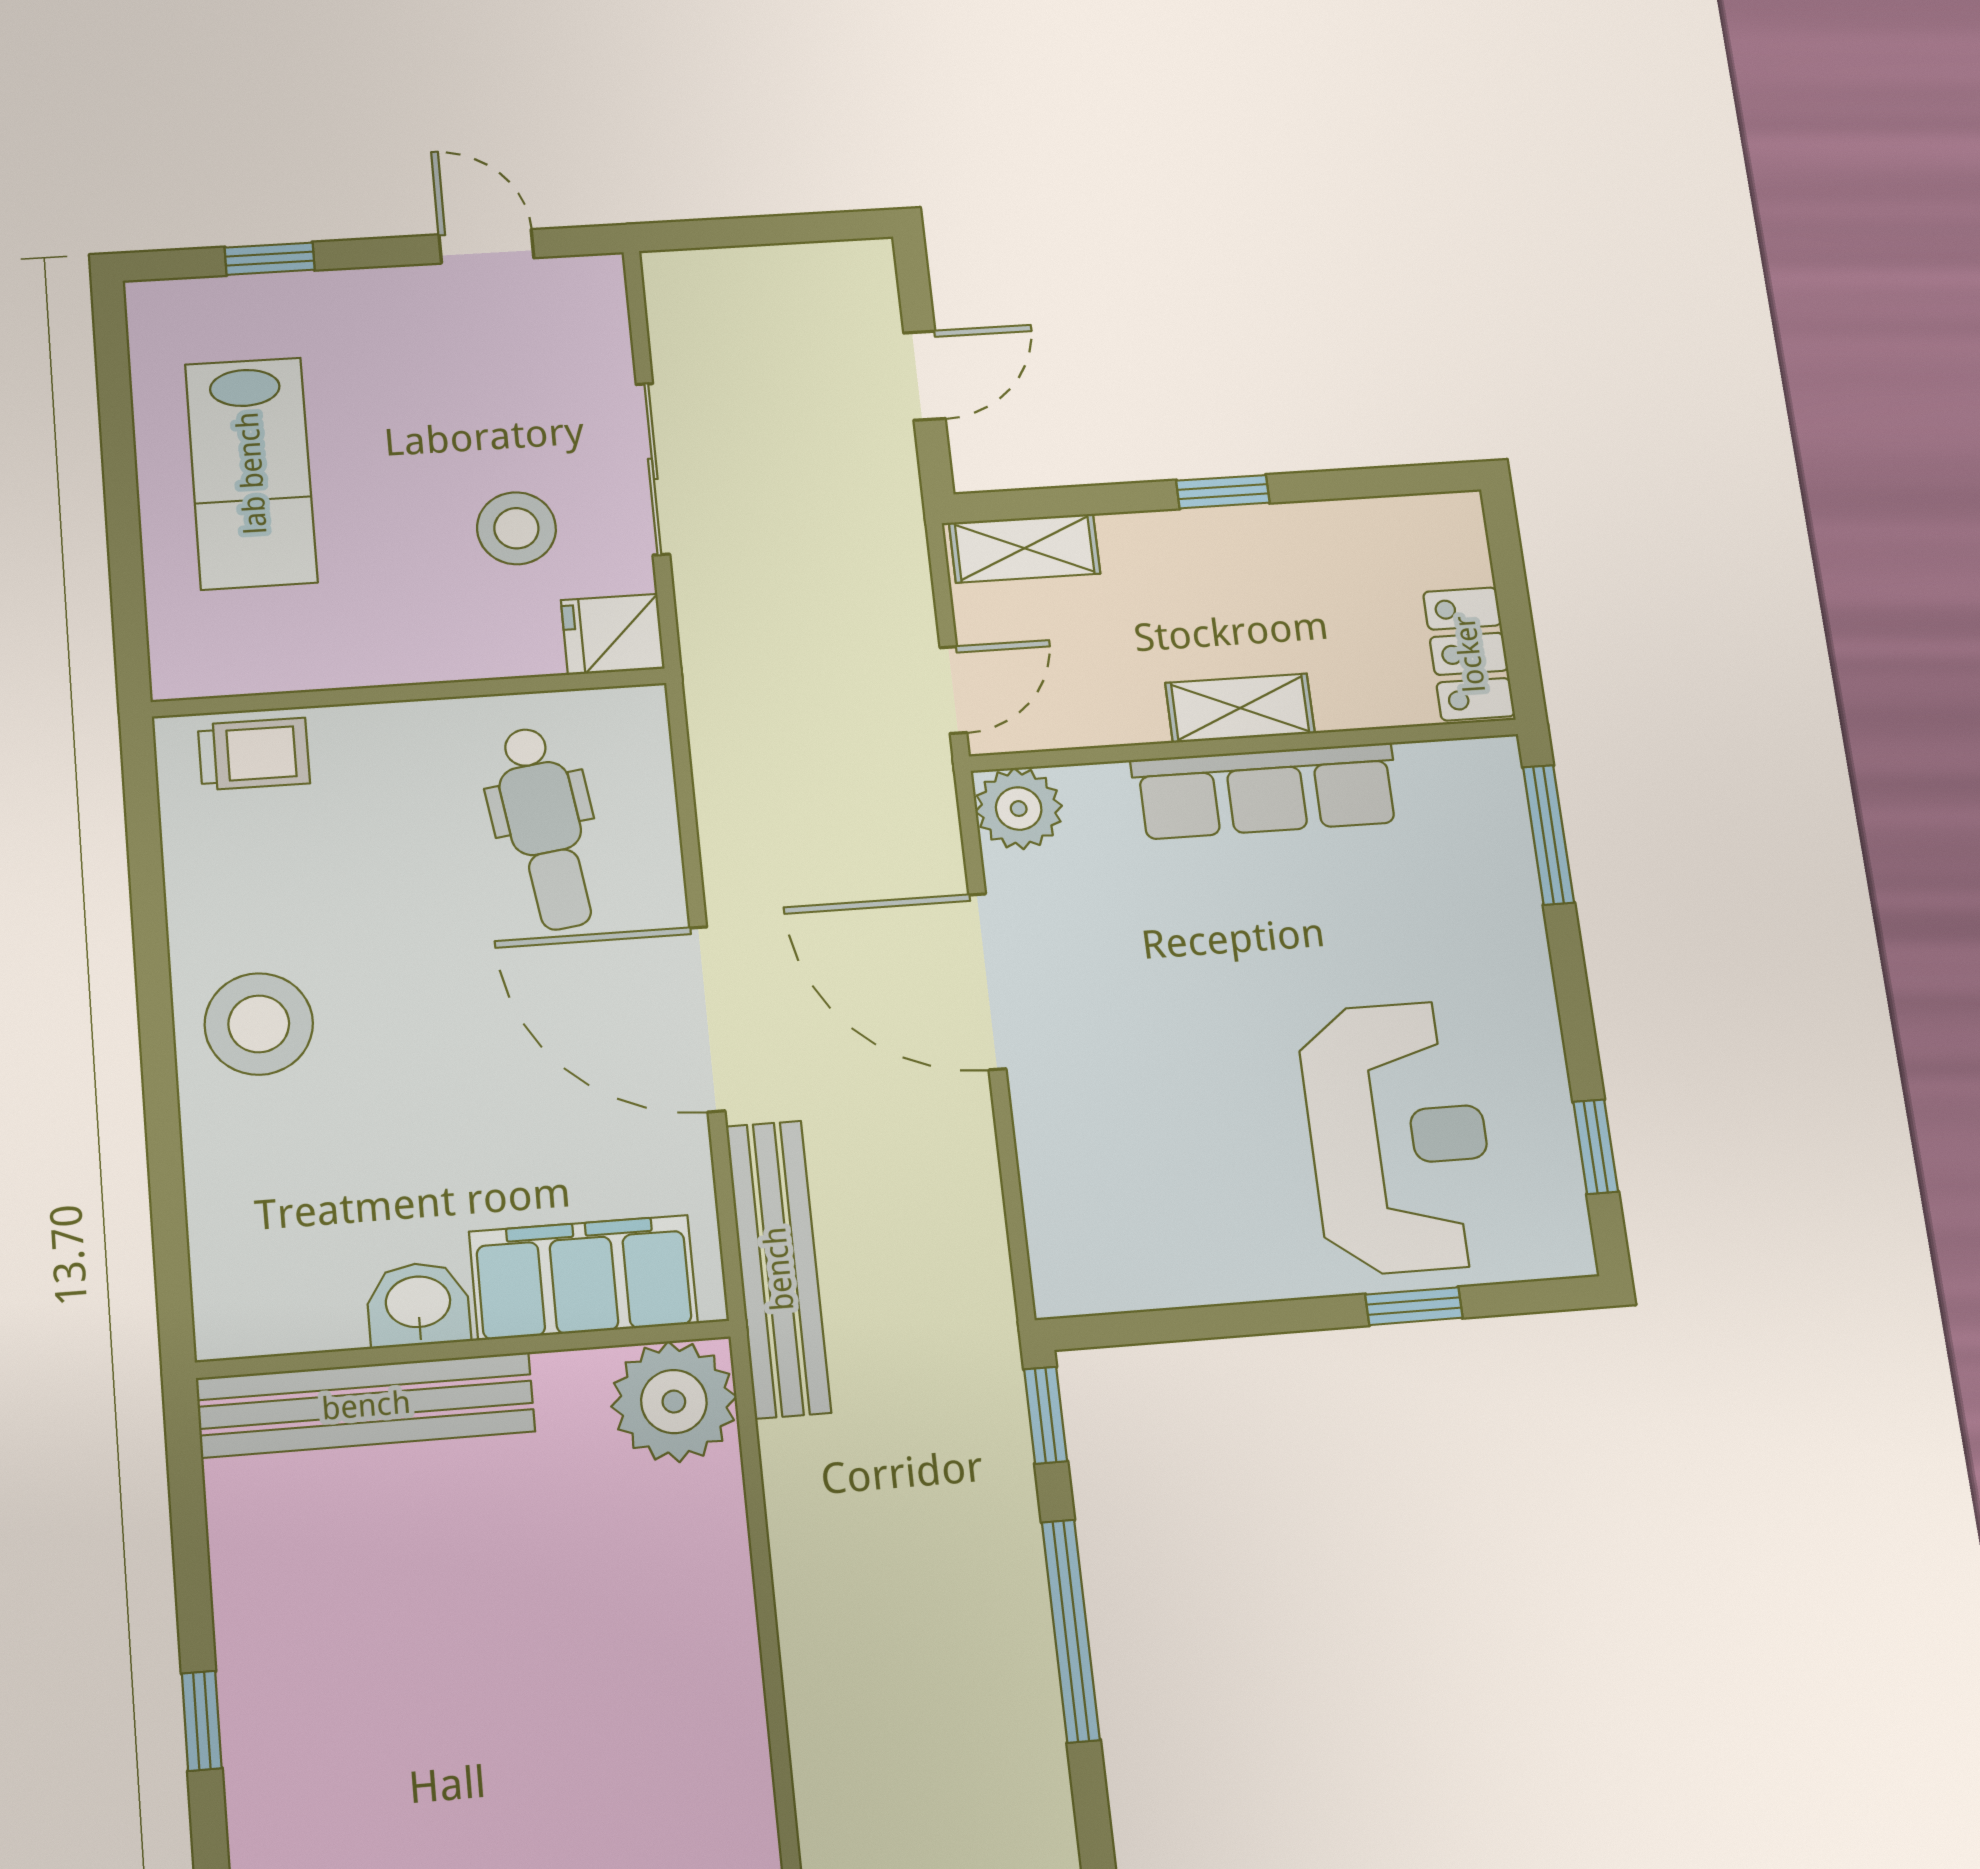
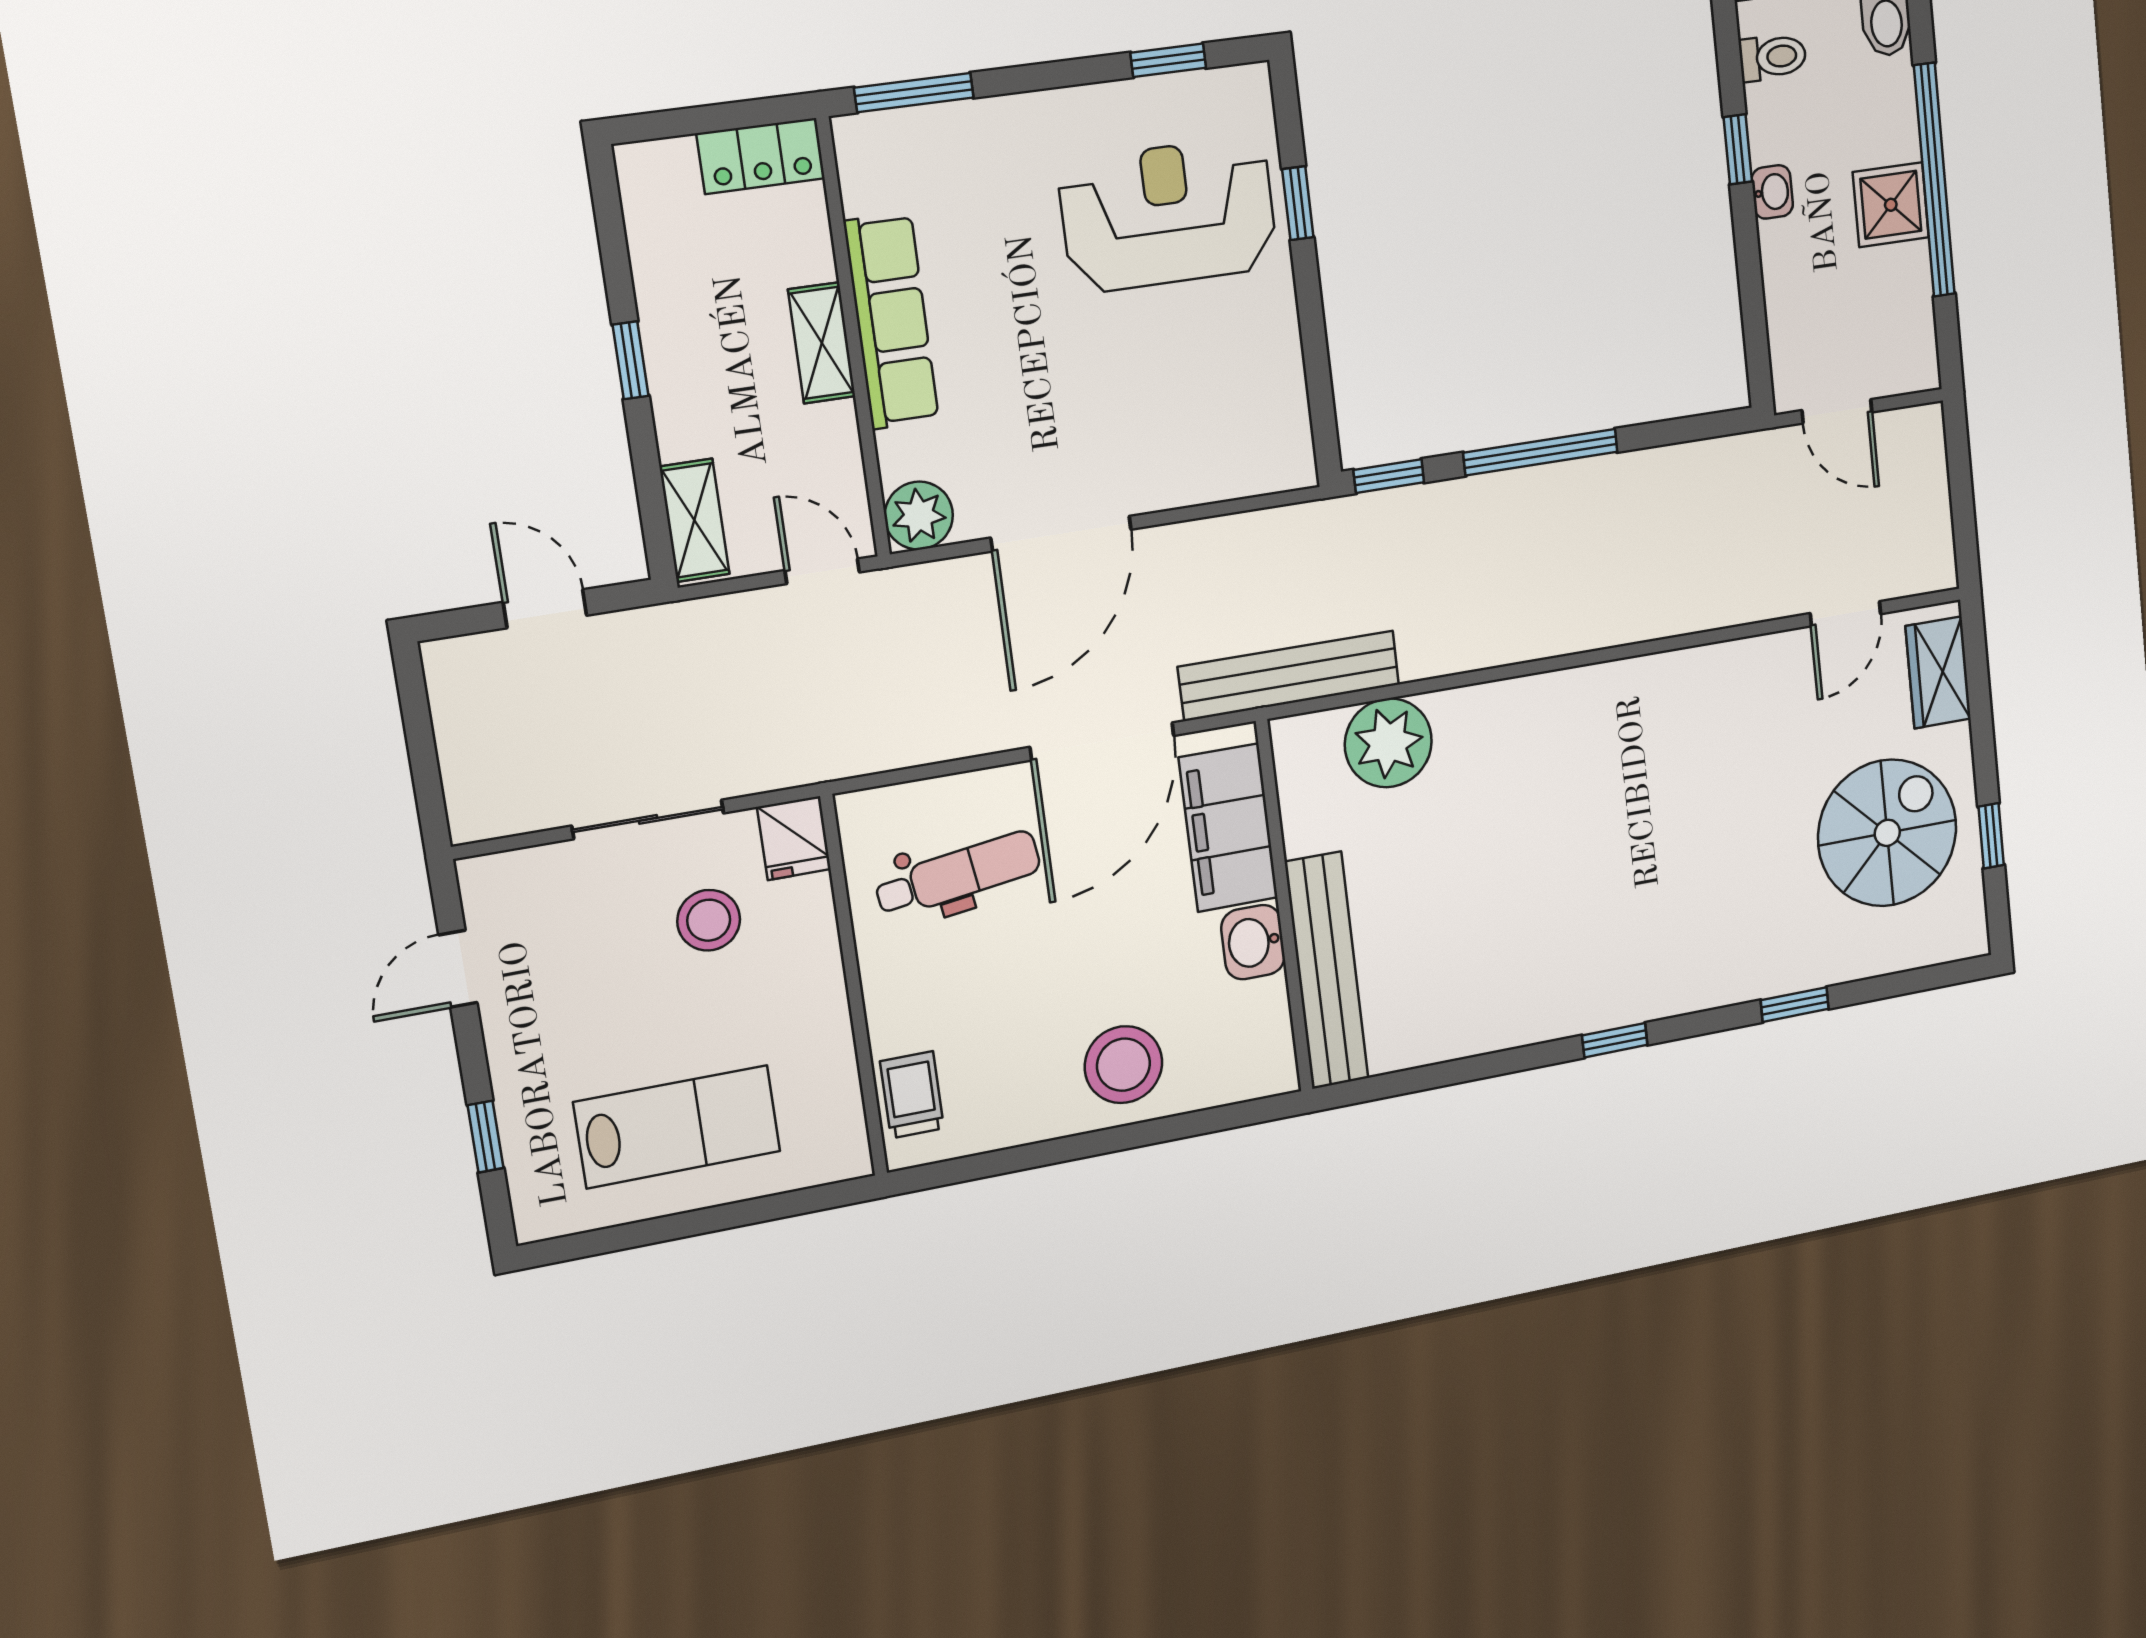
filing cabinet: (583, 1277) -> (1228, 828), moved
washbasin: (418, 1304) -> (1253, 942), moved
wall: (464, 1349) -> (1284, 907), moved
bench: (366, 1405) -> (1327, 970), moved

